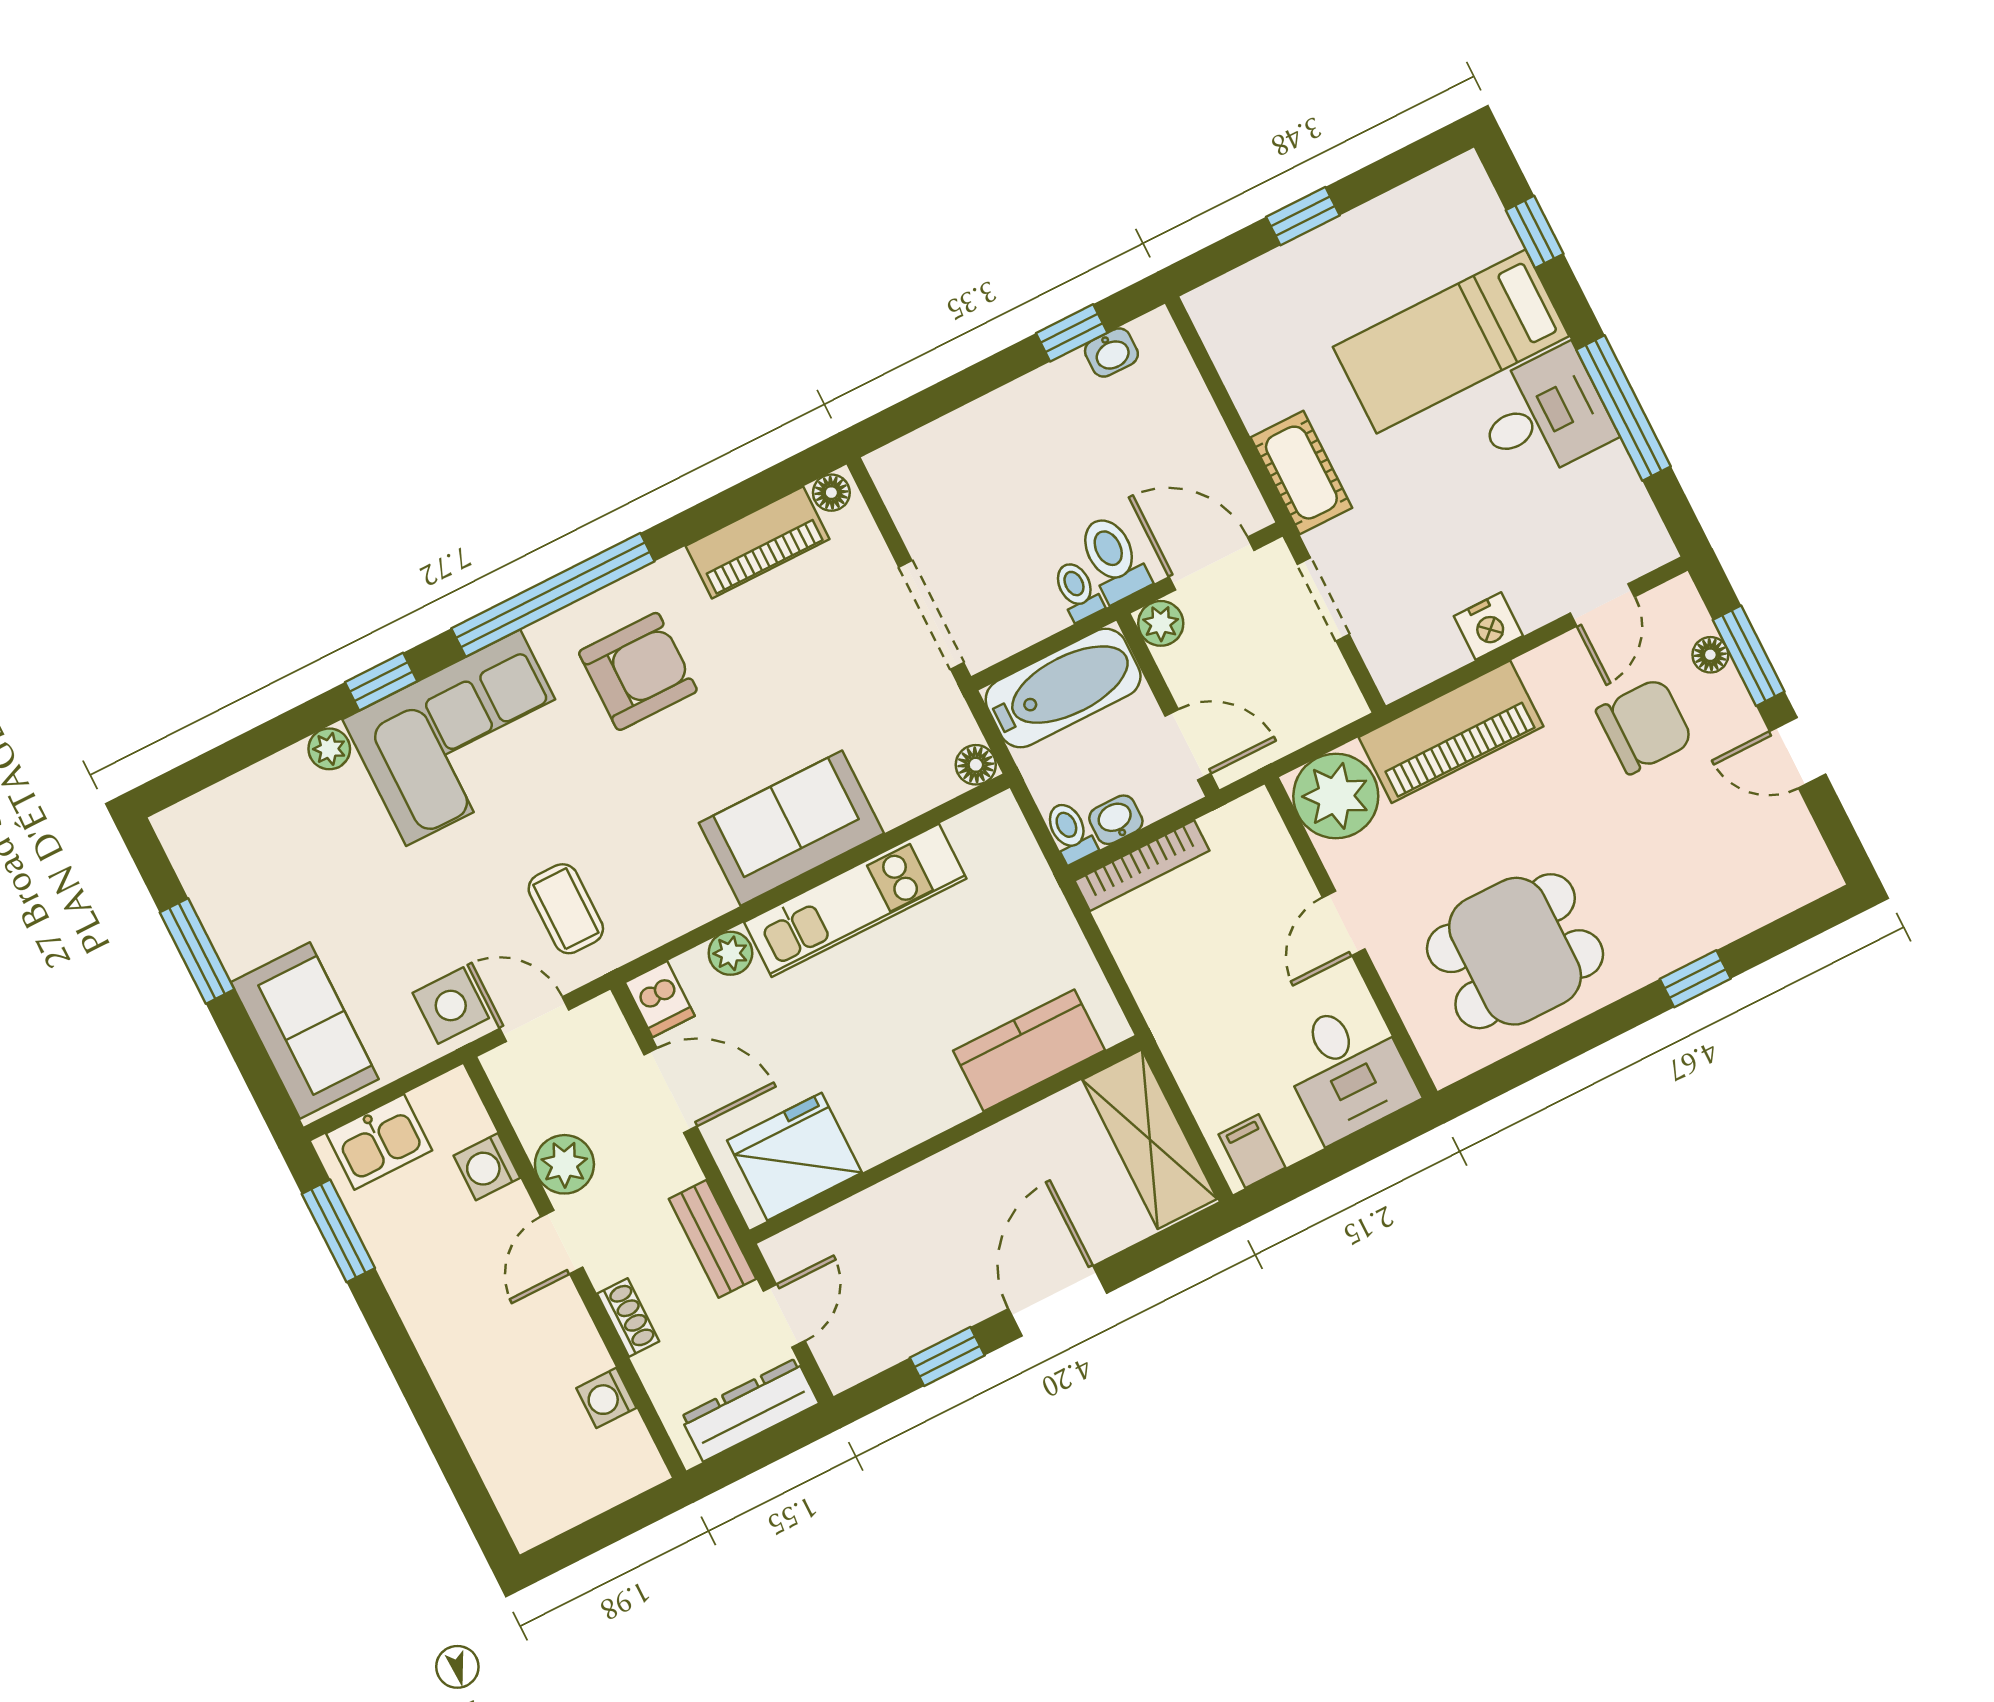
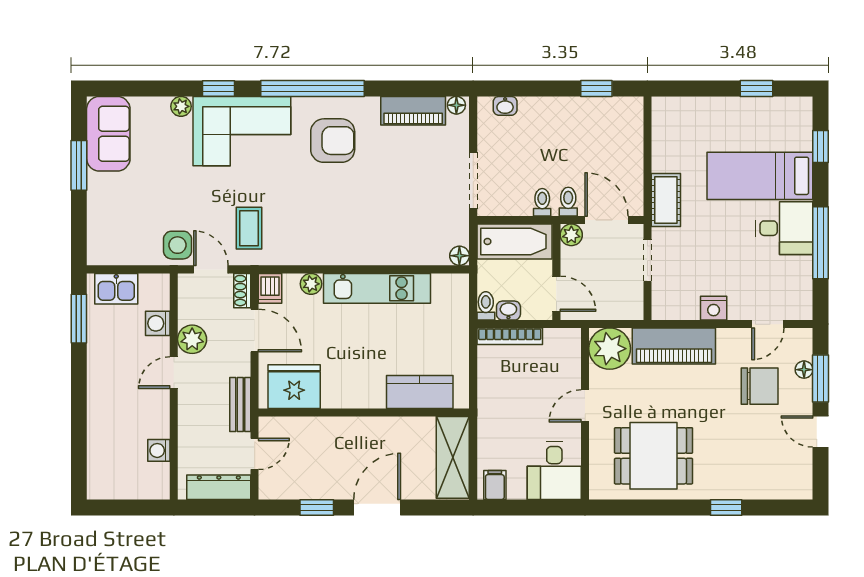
window: (1303, 216) -> (757, 89), moved
washbasin: (1111, 353) -> (505, 106), moved
toilet: (1113, 558) -> (568, 202), width x0.73, depth x0.72
sofa: (791, 828) -> (365, 243), removed
sofa: (305, 1031) -> (108, 134), moved
shoe rack: (628, 1317) -> (242, 291), moved, turned 180

